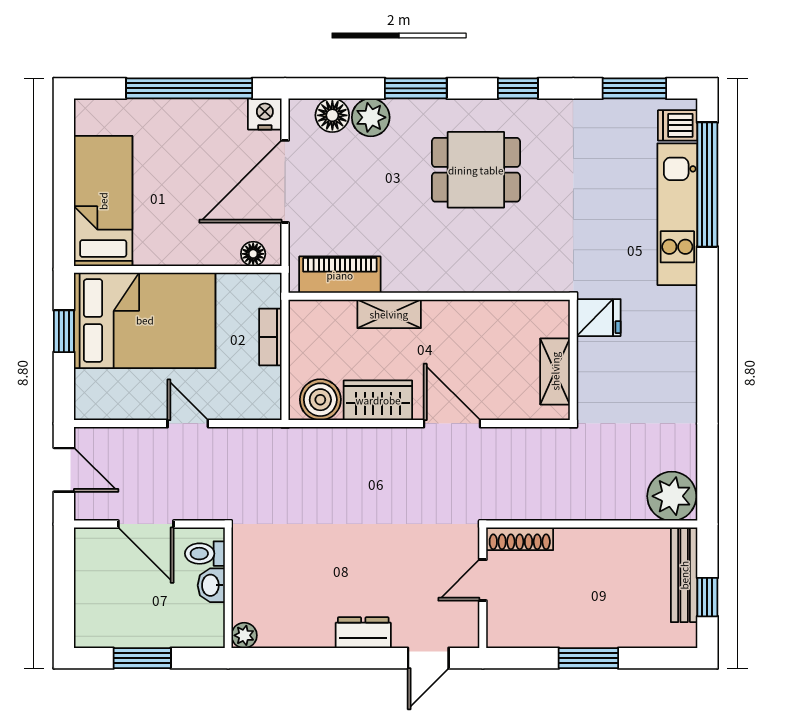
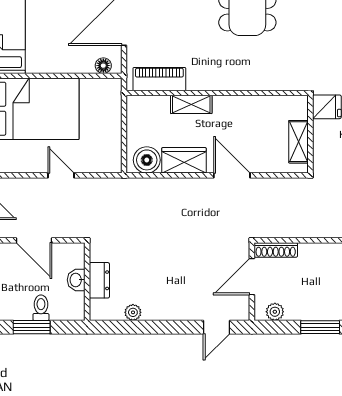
bookcase: (270, 337) -> (114, 119), removed
toilet: (205, 554) -> (41, 308), moved, turned 90
door: (483, 580) -> (252, 277), width x1.38
dresser: (363, 633) -> (99, 280), moved, turned 90
plant: (518, 634) -> (275, 312), added
plant: (244, 635) -> (133, 312), moved

